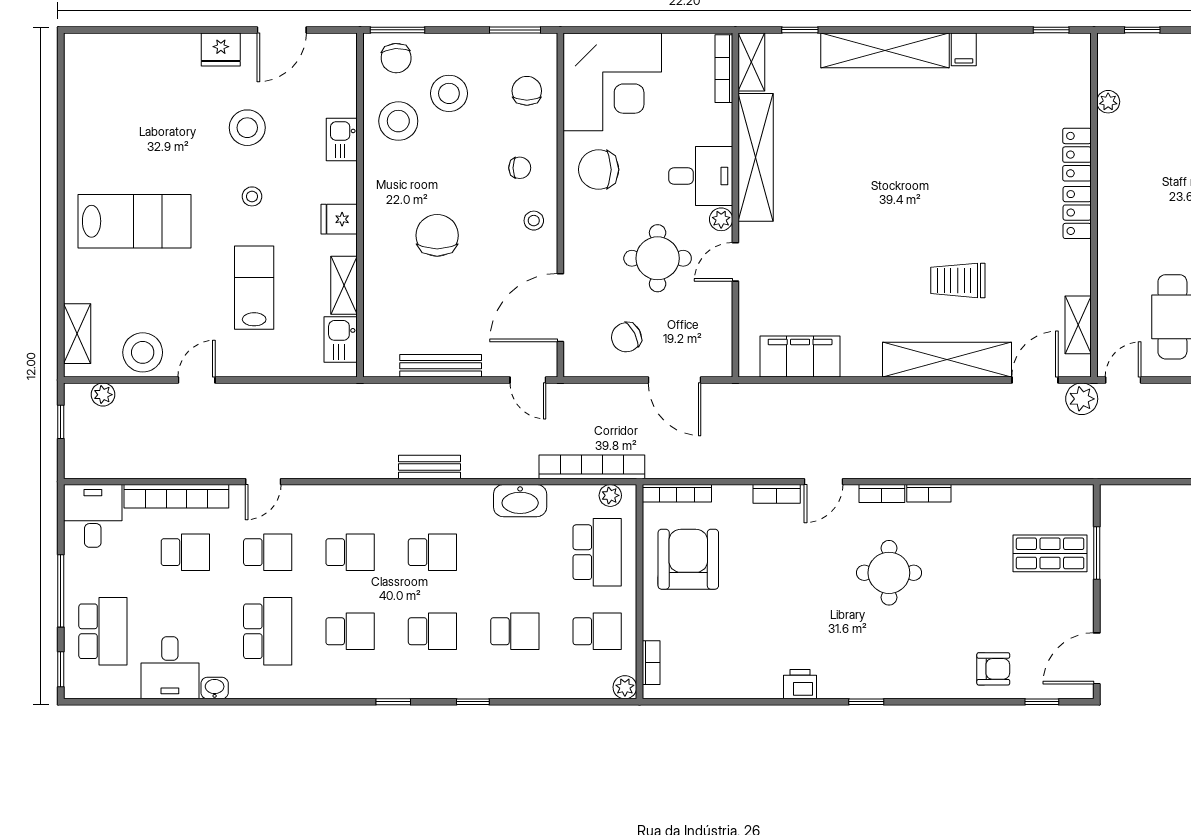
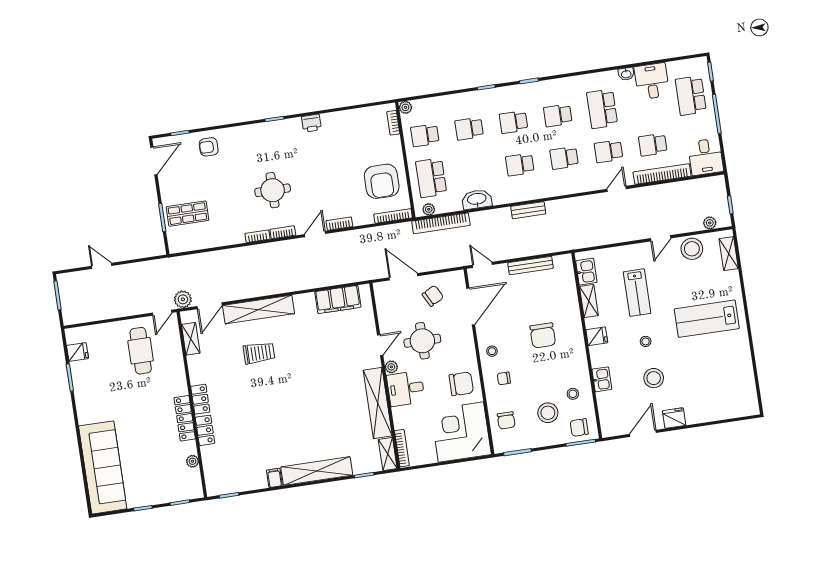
chair: (396, 58) -> (579, 428), turned -86
stool: (398, 121) -> (573, 394), width x0.53, depth x0.53
locker: (1111, 182) -> (185, 418), added

